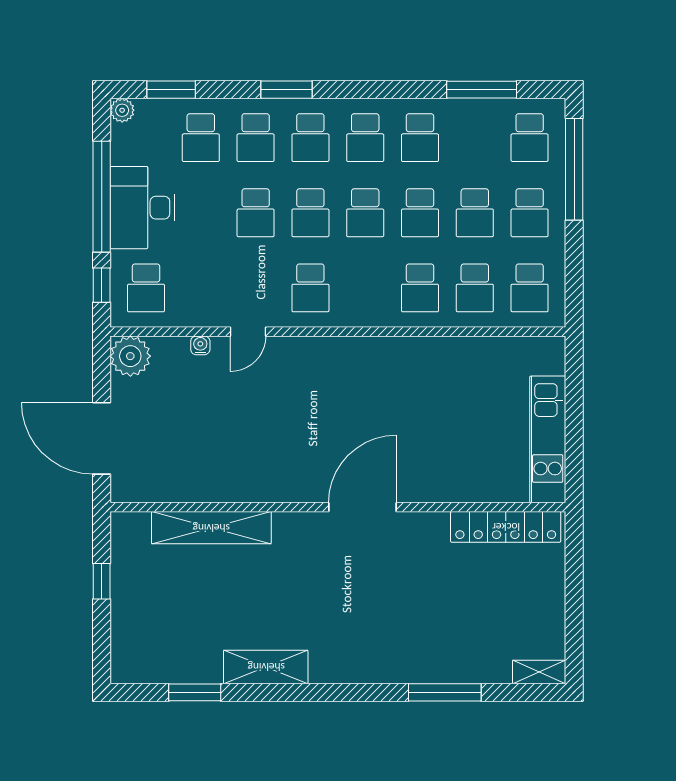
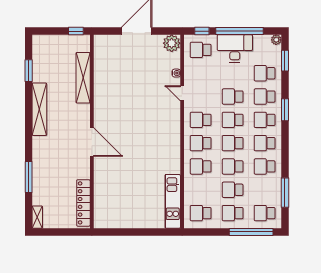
school desk: (475, 288) -> (201, 143), moved
kitchen unit: (548, 439) -> (173, 201), moved, turned -90
wall: (338, 507) -> (92, 132), moved
door: (362, 507) -> (92, 142), moved
locker: (506, 527) -> (83, 203), moved
shelving: (211, 528) -> (83, 78), moved
shelving: (266, 667) -> (39, 109), width x1.47

